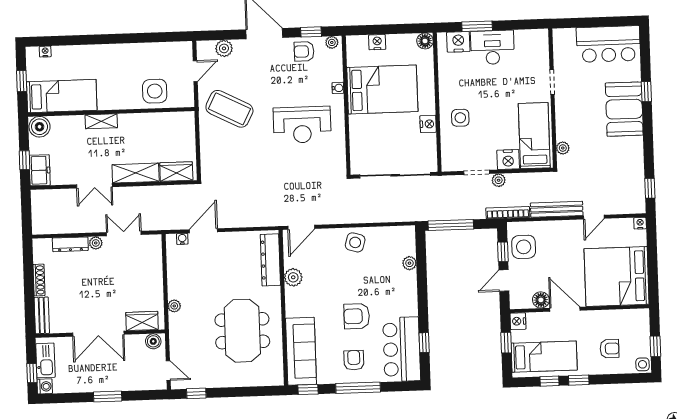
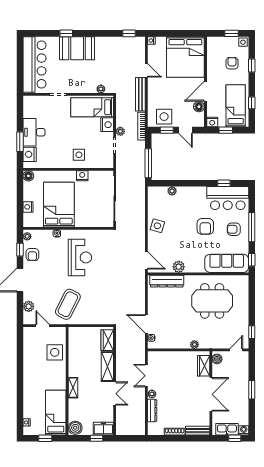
bar counter: (608, 44) -> (34, 65), width x1.36
window: (579, 380) -> (252, 66), moved

